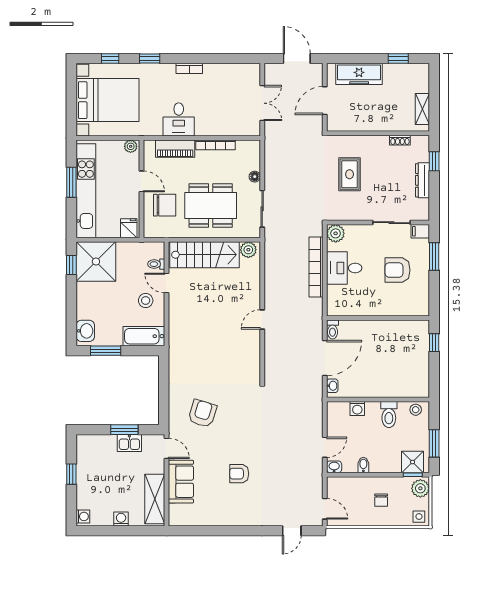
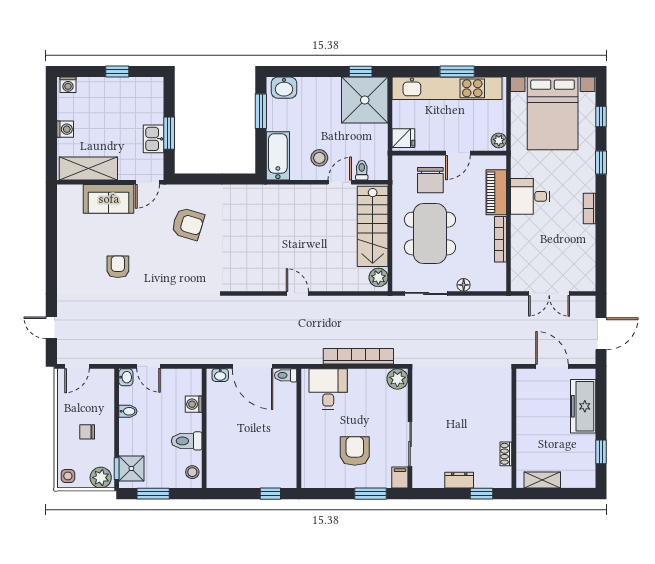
rug: (350, 174) -> (466, 395), removed
dresser: (422, 180) -> (459, 480), width x0.70
desk: (344, 268) -> (328, 389), moved

